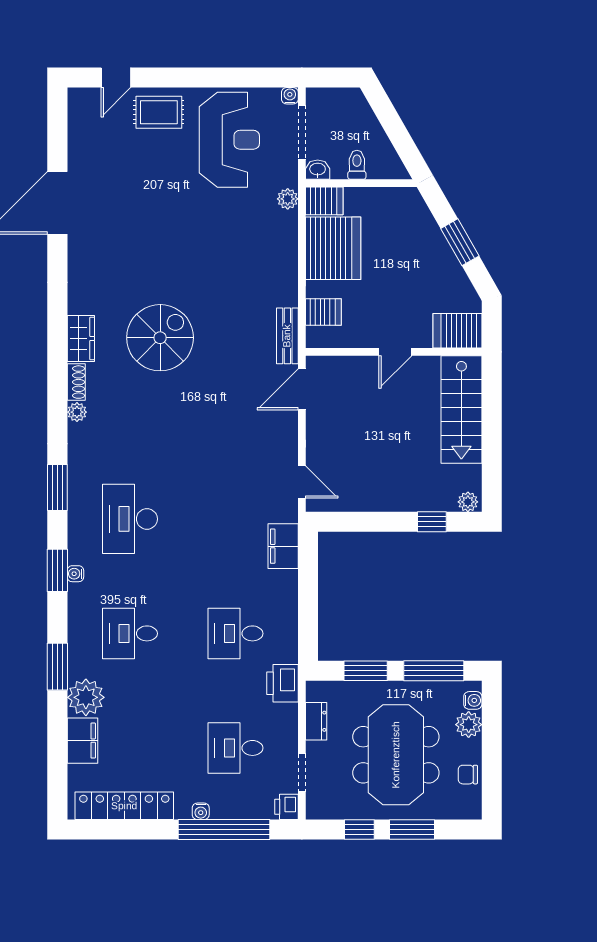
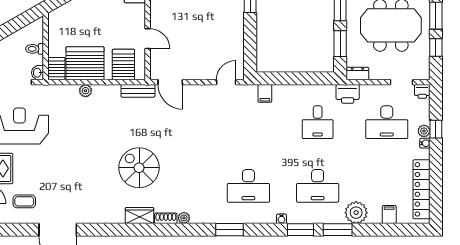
coffee table: (104, 148) -> (24, 201), added
plant: (288, 199) -> (86, 91), moved
server rack: (323, 312) -> (123, 64), width x1.36, depth x1.44
door: (395, 352) -> (148, 39), moved
filing cabinet: (283, 546) -> (265, 93), width x0.50
window: (57, 570) -> (301, 230), moved
desk: (130, 633) -> (318, 186), width x1.37
dresser: (316, 721) -> (357, 74), moved
filing cabinet: (82, 741) -> (389, 215), width x0.50
desk: (235, 748) -> (387, 122), width x1.37
plant: (221, 810) -> (424, 131), added
window: (224, 830) -> (436, 129), width x0.32

